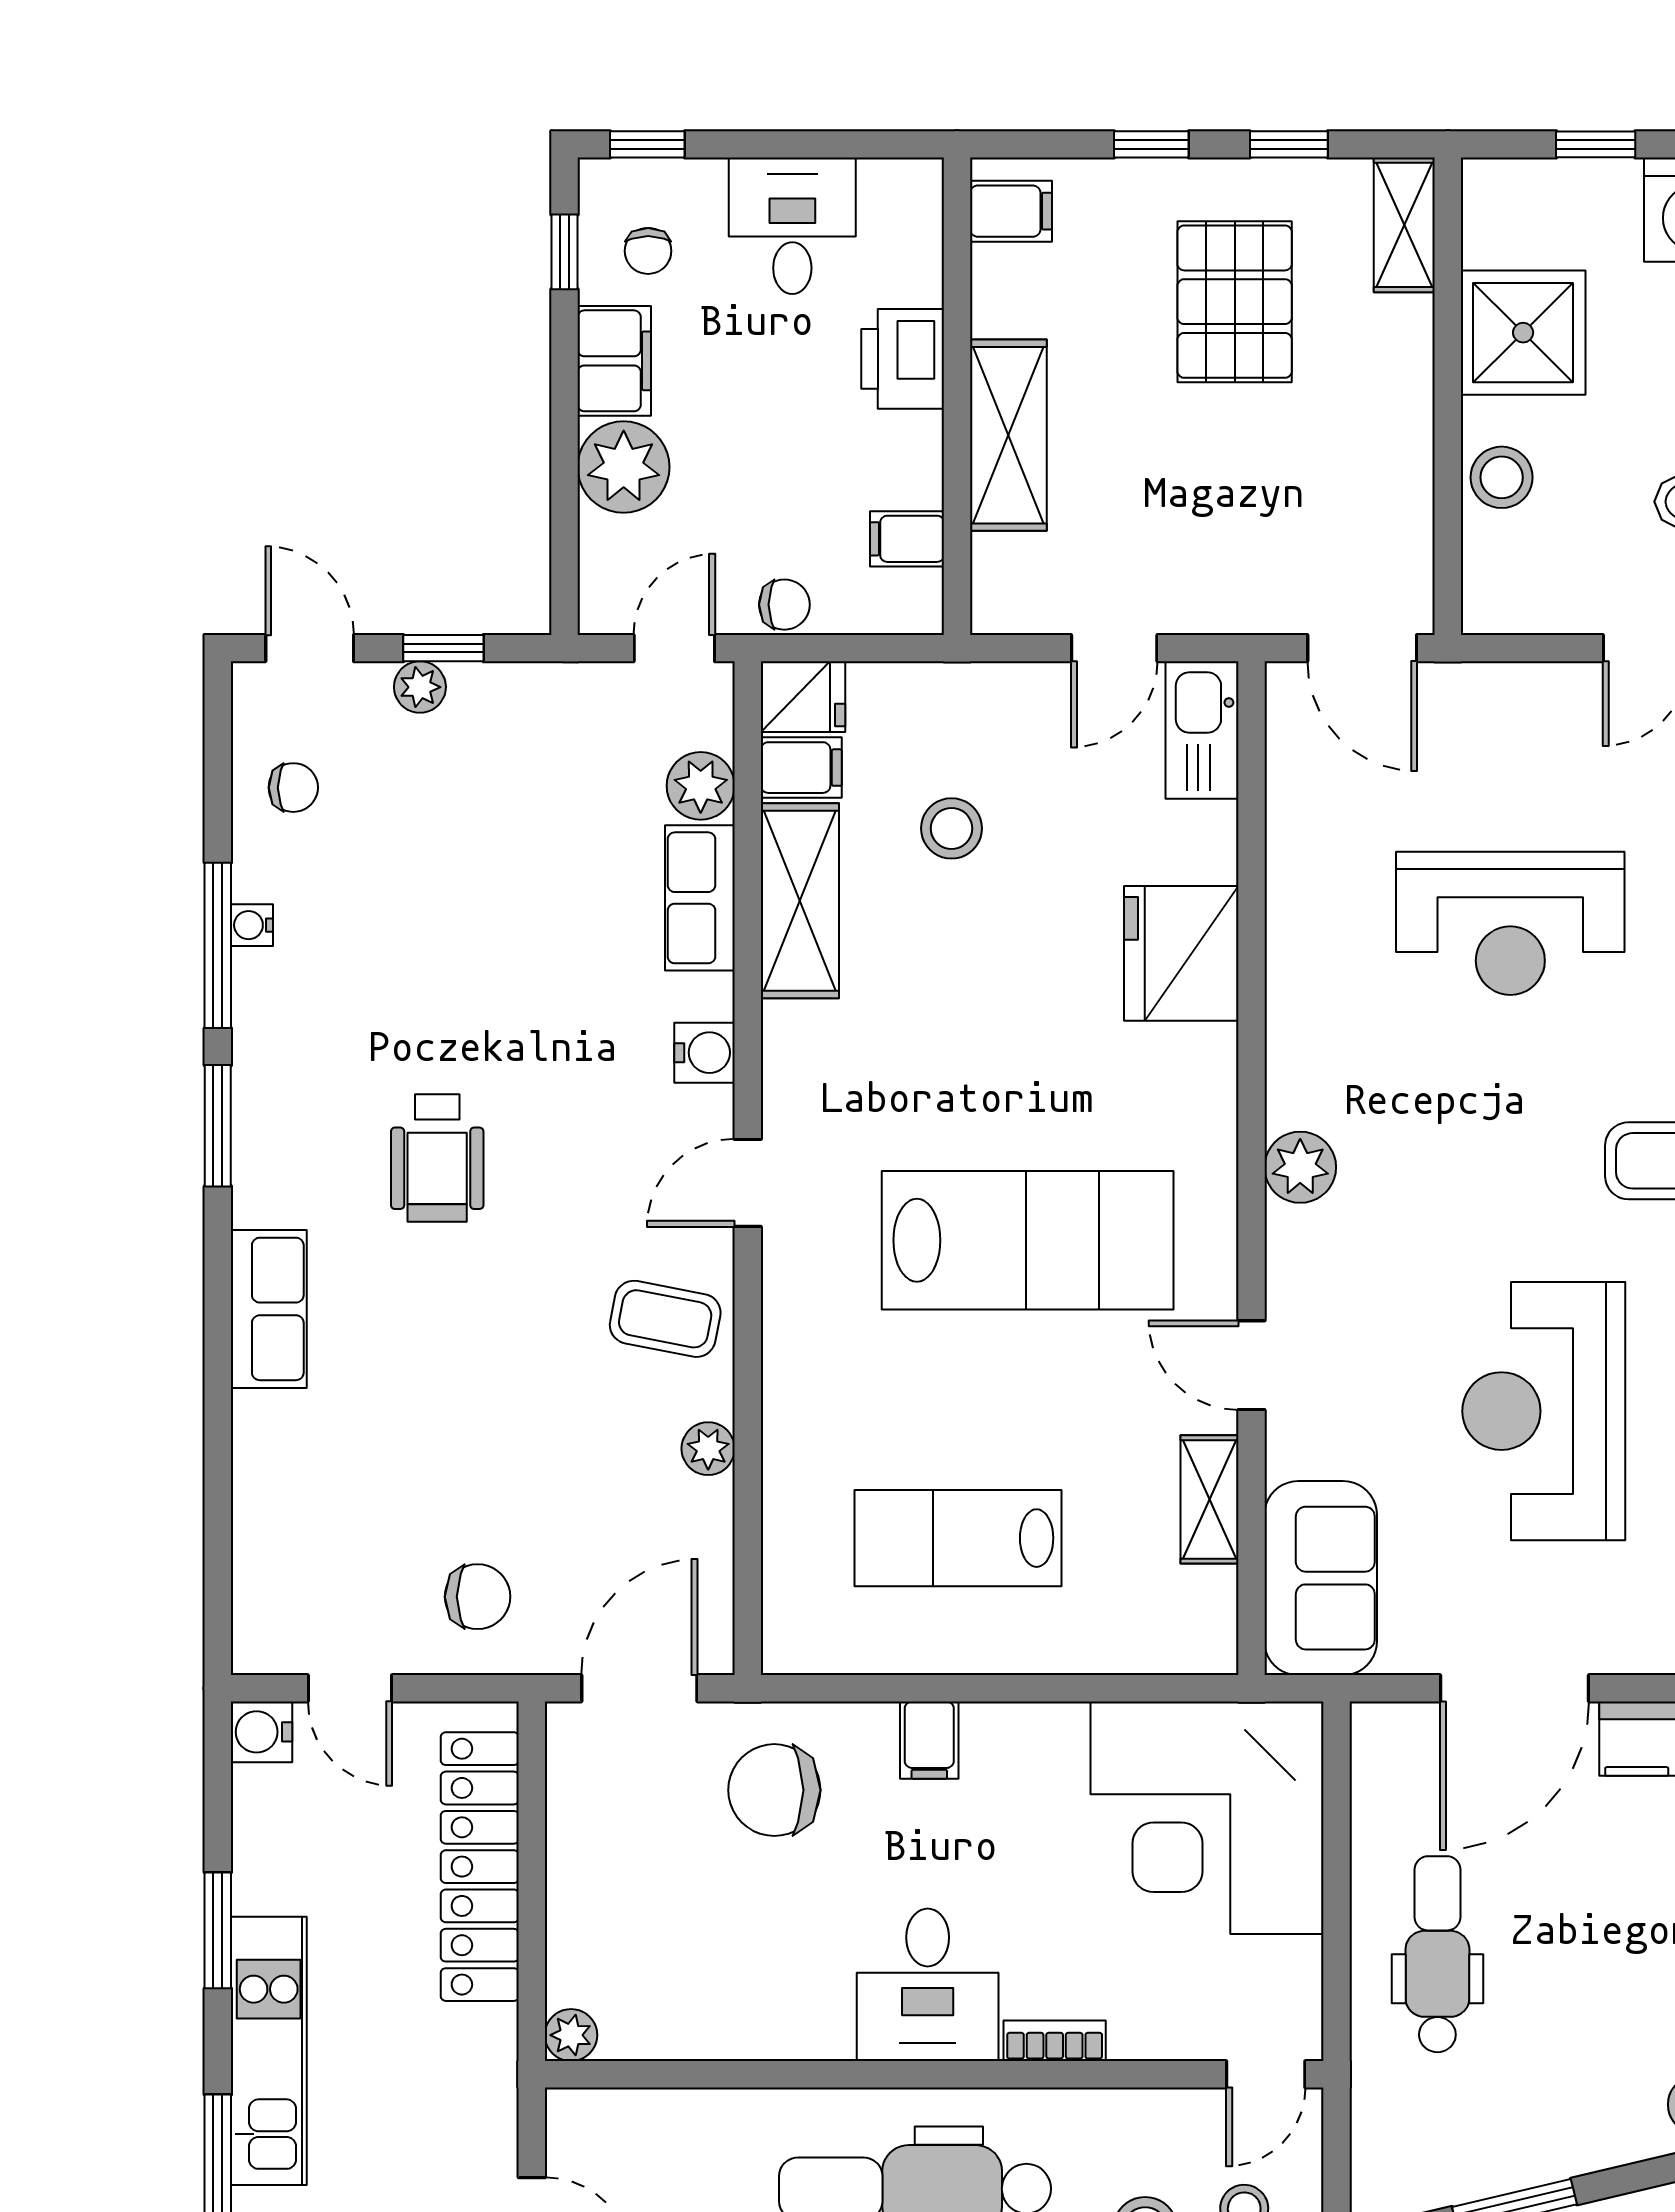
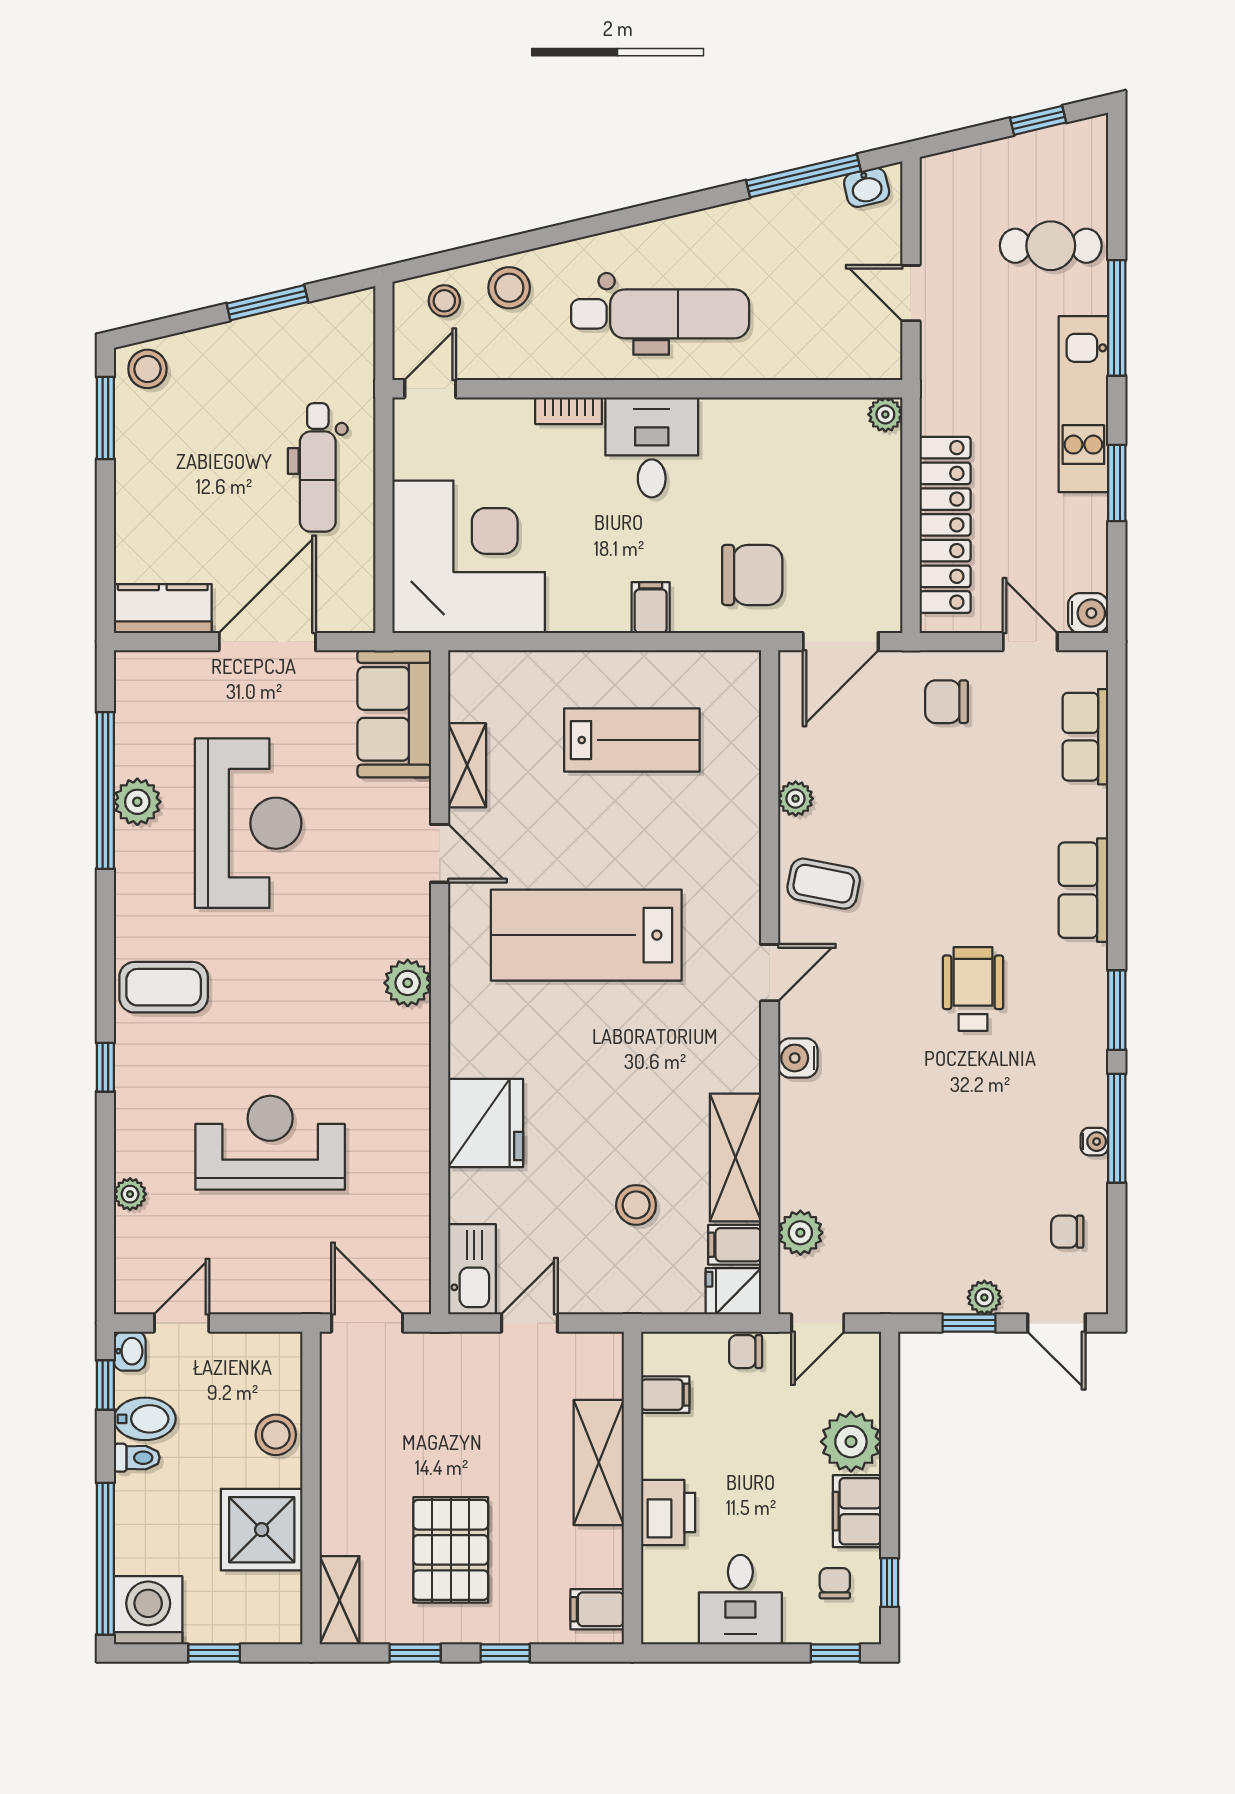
row of seats: (700, 898) -> (1085, 737), moved, turned 180

